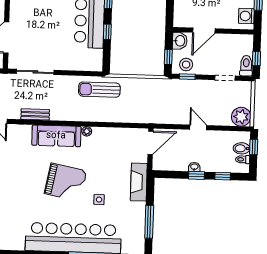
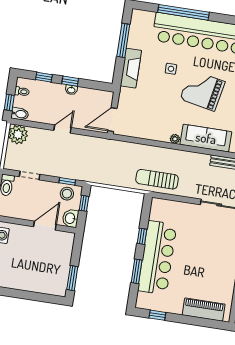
sun lounger: (99, 90) -> (157, 179), turned 180
door: (198, 127) -> (63, 129), swing flipped
bidet: (242, 148) -> (20, 114), moved
fireplace: (139, 182) -> (131, 68), moved

